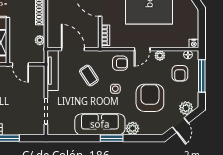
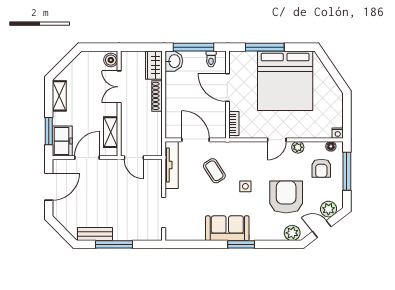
plant: (40, 40) -> (157, 129), removed
armchair: (120, 63) -> (251, 156), removed
sofa: (100, 124) -> (227, 228), width x0.73
door: (180, 125) -> (322, 229), swing flipped
plant: (133, 128) -> (292, 233), moved

